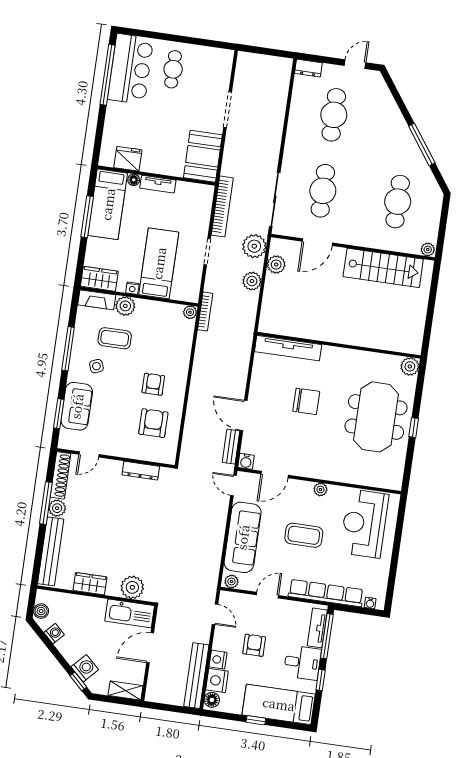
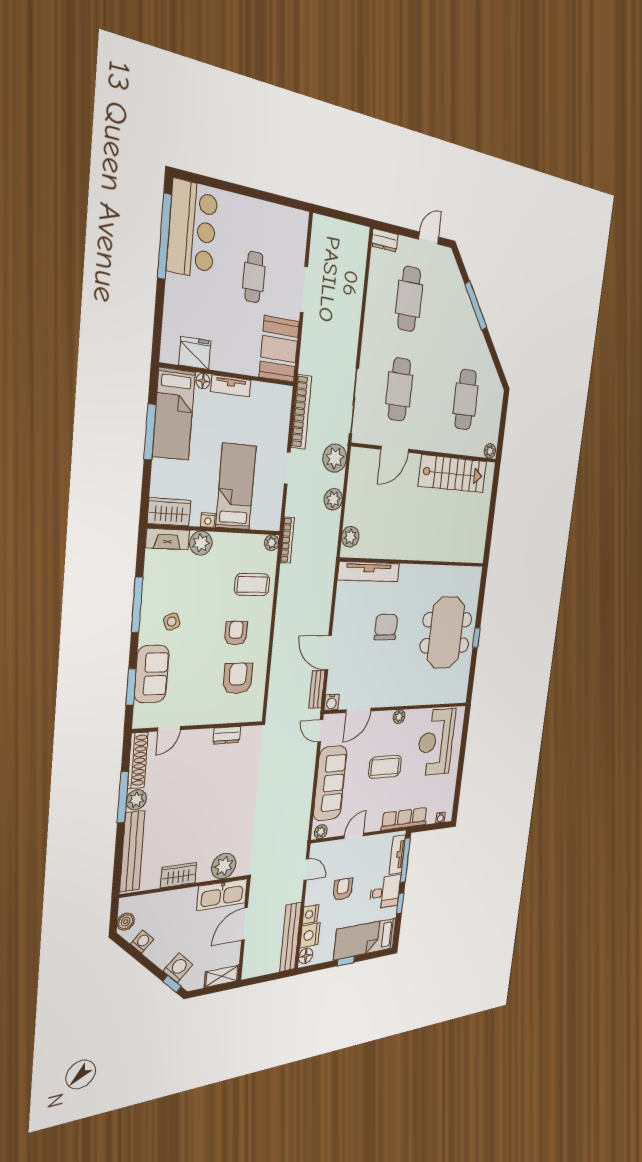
cafe table: (173, 69) -> (254, 277), moved
window: (422, 145) -> (476, 306), moved
plant: (276, 265) -> (350, 537), moved
coffee table: (115, 338) -> (252, 585), moved
plant: (410, 366) -> (474, 576), removed
chair: (306, 401) -> (386, 627), turned -90
dresser: (141, 471) -> (227, 735), width x0.70
row of seats: (326, 593) -> (404, 819), width x0.73

